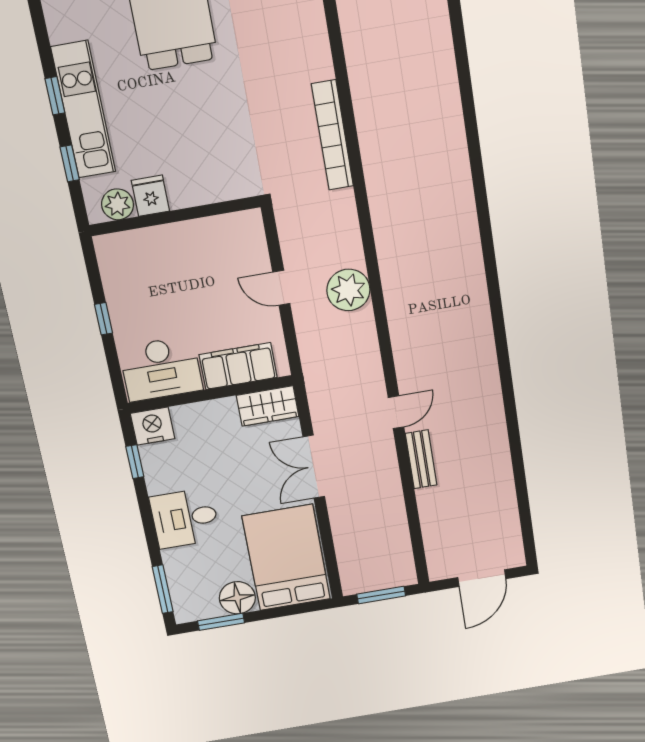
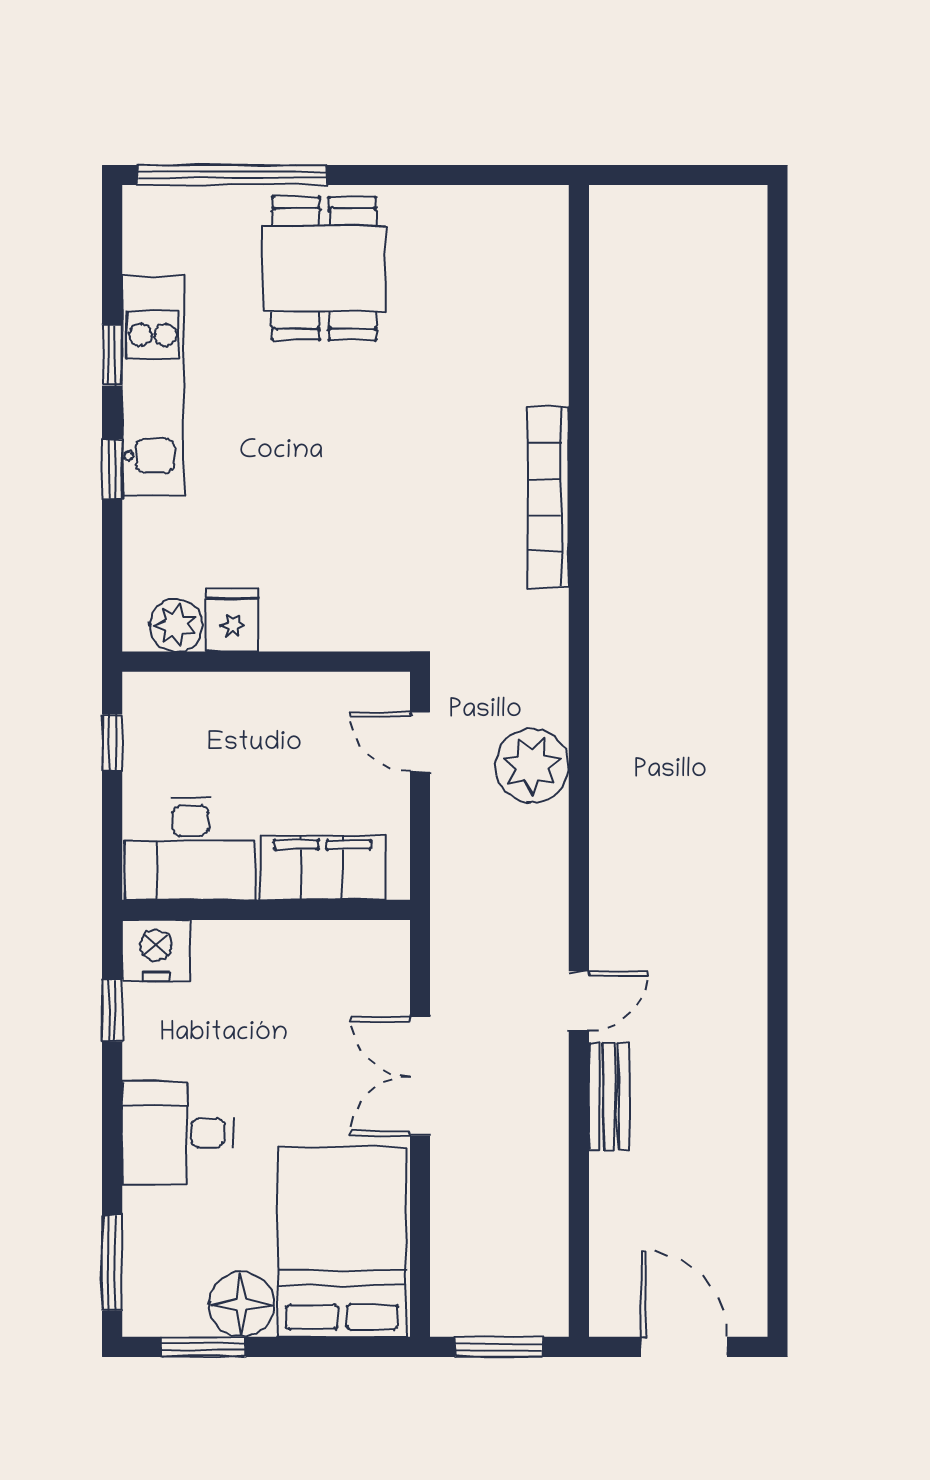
fridge: (150, 196) -> (233, 620), moved
plant: (118, 204) -> (176, 625), moved
wall: (175, 216) -> (266, 662), moved
wardrobe: (268, 406) -> (360, 949), removed
door: (482, 578) -> (684, 1347), swing flipped

